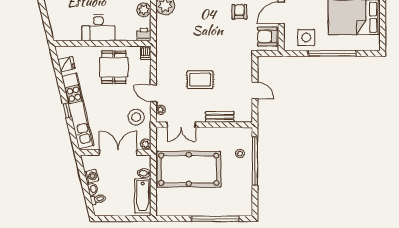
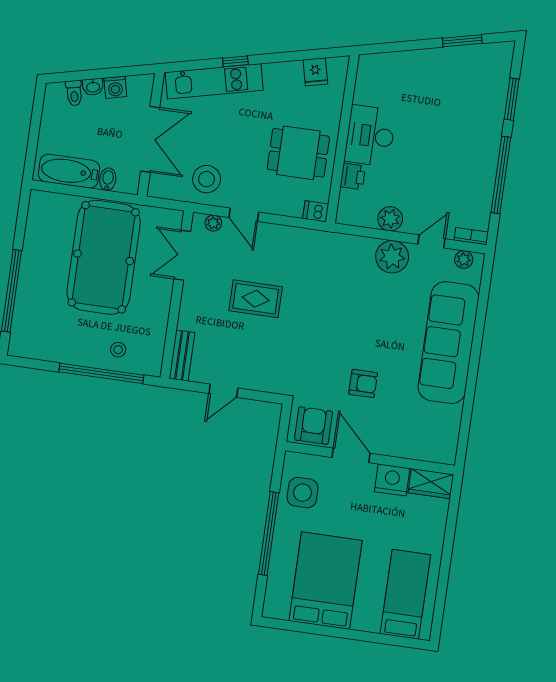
printer: (144, 34) -> (353, 176), moved
rug: (200, 80) -> (256, 299), turned 90
door: (153, 93) -> (244, 215), swing flipped
kitchen unit: (78, 111) -> (214, 81), width x0.73
bench: (220, 117) -> (182, 356), moved
plant: (146, 144) -> (158, 189), removed

